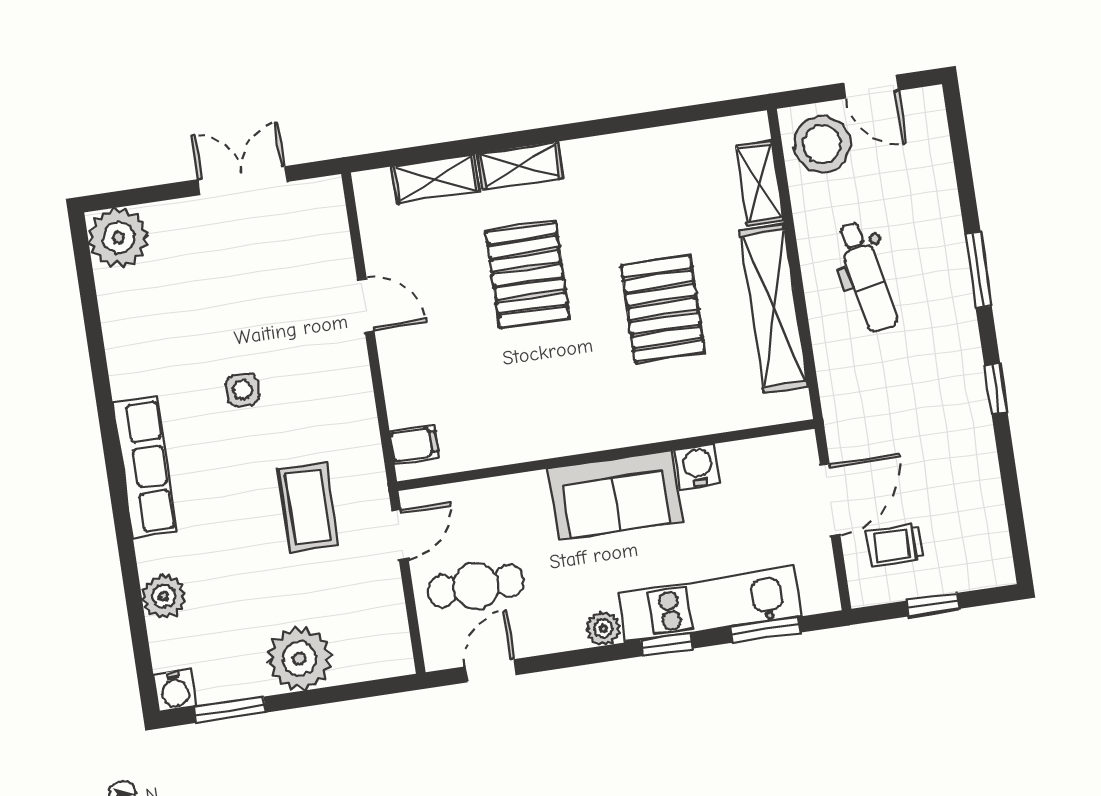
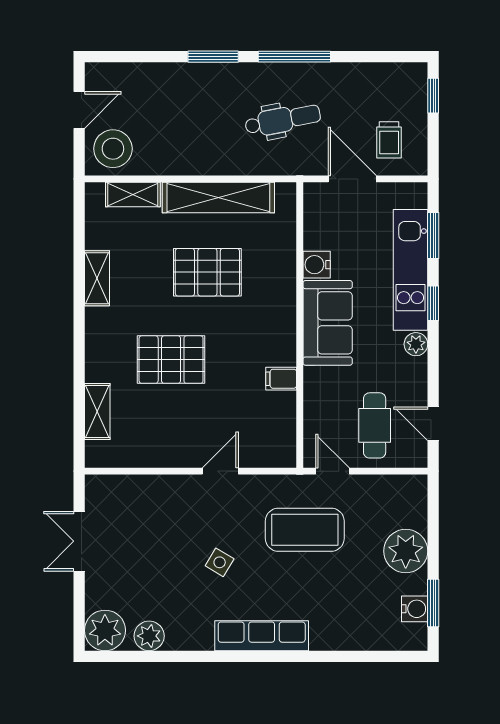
shelving: (520, 166) -> (97, 278), moved
dental chair: (867, 277) -> (283, 120), moved
door: (366, 305) -> (220, 471), moved
window: (996, 389) -> (294, 57), width x2.17
side table: (243, 390) -> (220, 562), turned 31
filing cabinet: (414, 444) -> (281, 379), moved, turned -90
coffee table: (309, 507) -> (305, 530), width x1.36, depth x1.32
plant: (164, 596) -> (149, 636), moved
window: (933, 605) -> (433, 96), moved
water cooler: (175, 690) -> (415, 609), moved

